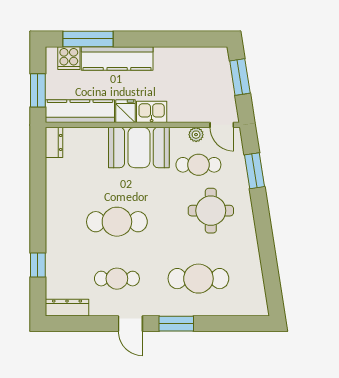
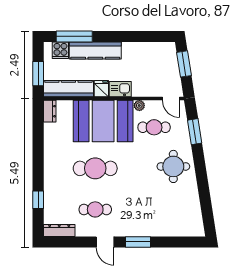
plant: (196, 135) -> (139, 105), moved
booth: (139, 148) -> (103, 121), width x1.36, depth x1.42
round table: (211, 211) -> (173, 166), moved
cafe table: (198, 279) -> (154, 209), removed

